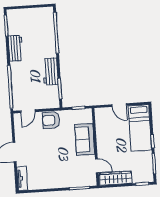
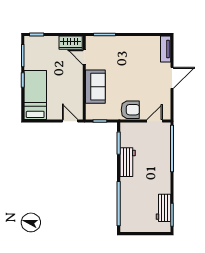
workbench: (16, 48) -> (163, 208), moved
door: (119, 105) -> (70, 121), moved
wardrobe: (116, 178) -> (71, 43), width x0.67

